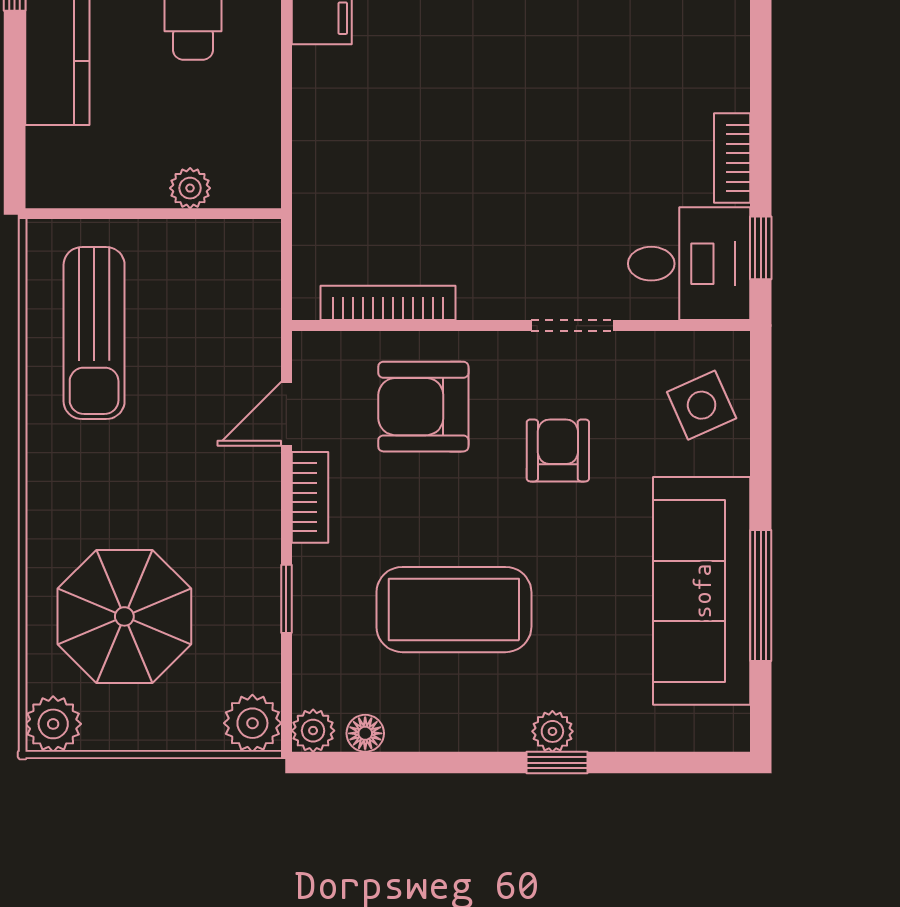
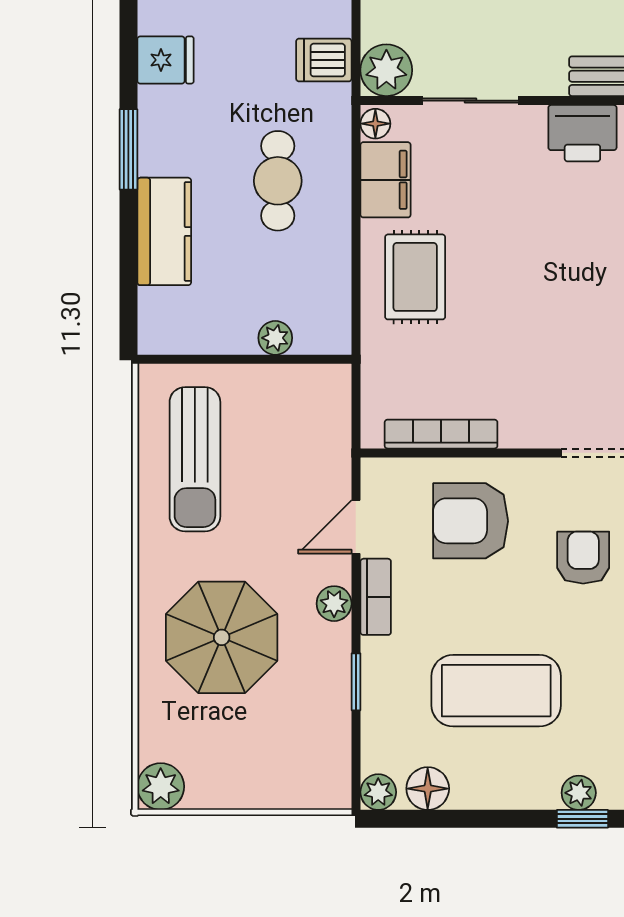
rug: (357, 115) -> (415, 277), added
parasol: (124, 616) -> (222, 637), moved
plant: (252, 723) -> (334, 604), moved, width x0.73, depth x0.73
floor lamp: (365, 733) -> (428, 789), width x1.37, depth x1.37

